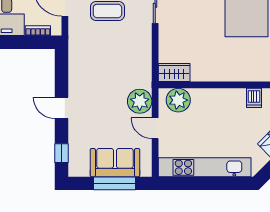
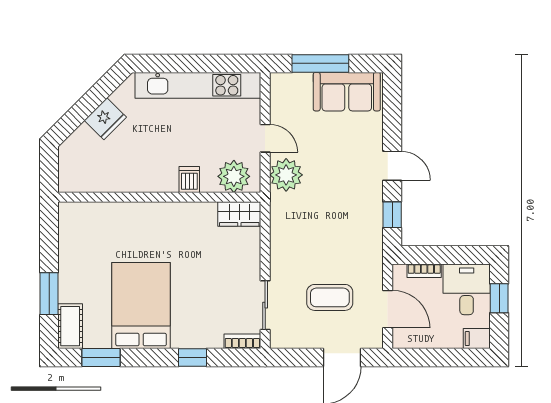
dishwasher: (254, 98) -> (189, 180), moved
window: (62, 153) -> (392, 215), moved
sofa: (115, 163) -> (347, 92), moved

